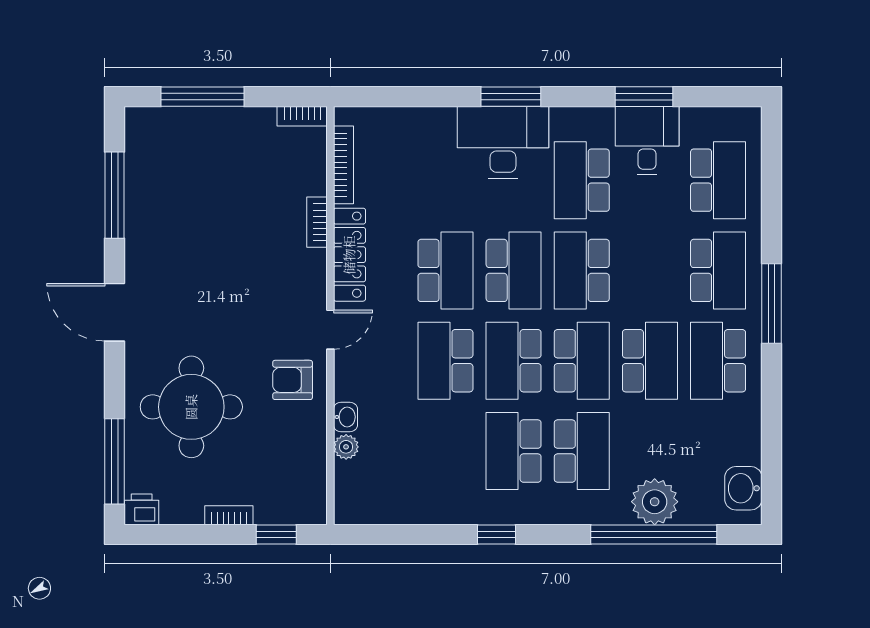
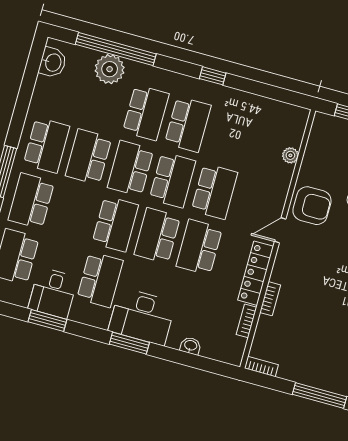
bookcase: (344, 165) -> (246, 321), width x0.64
armchair: (293, 380) -> (312, 206), width x1.38, depth x1.38
washbasin: (345, 417) -> (191, 346), moved, turned 90
school desk: (582, 451) -> (146, 113), turned 180

